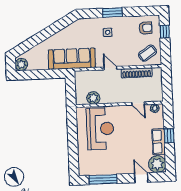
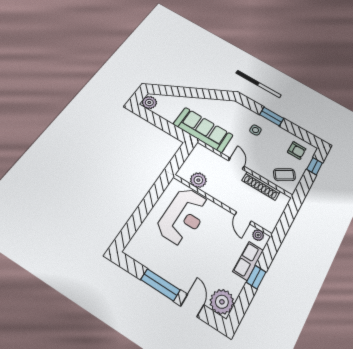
row of seats: (159, 142) -> (248, 261), moved
window: (103, 179) -> (160, 285), moved

